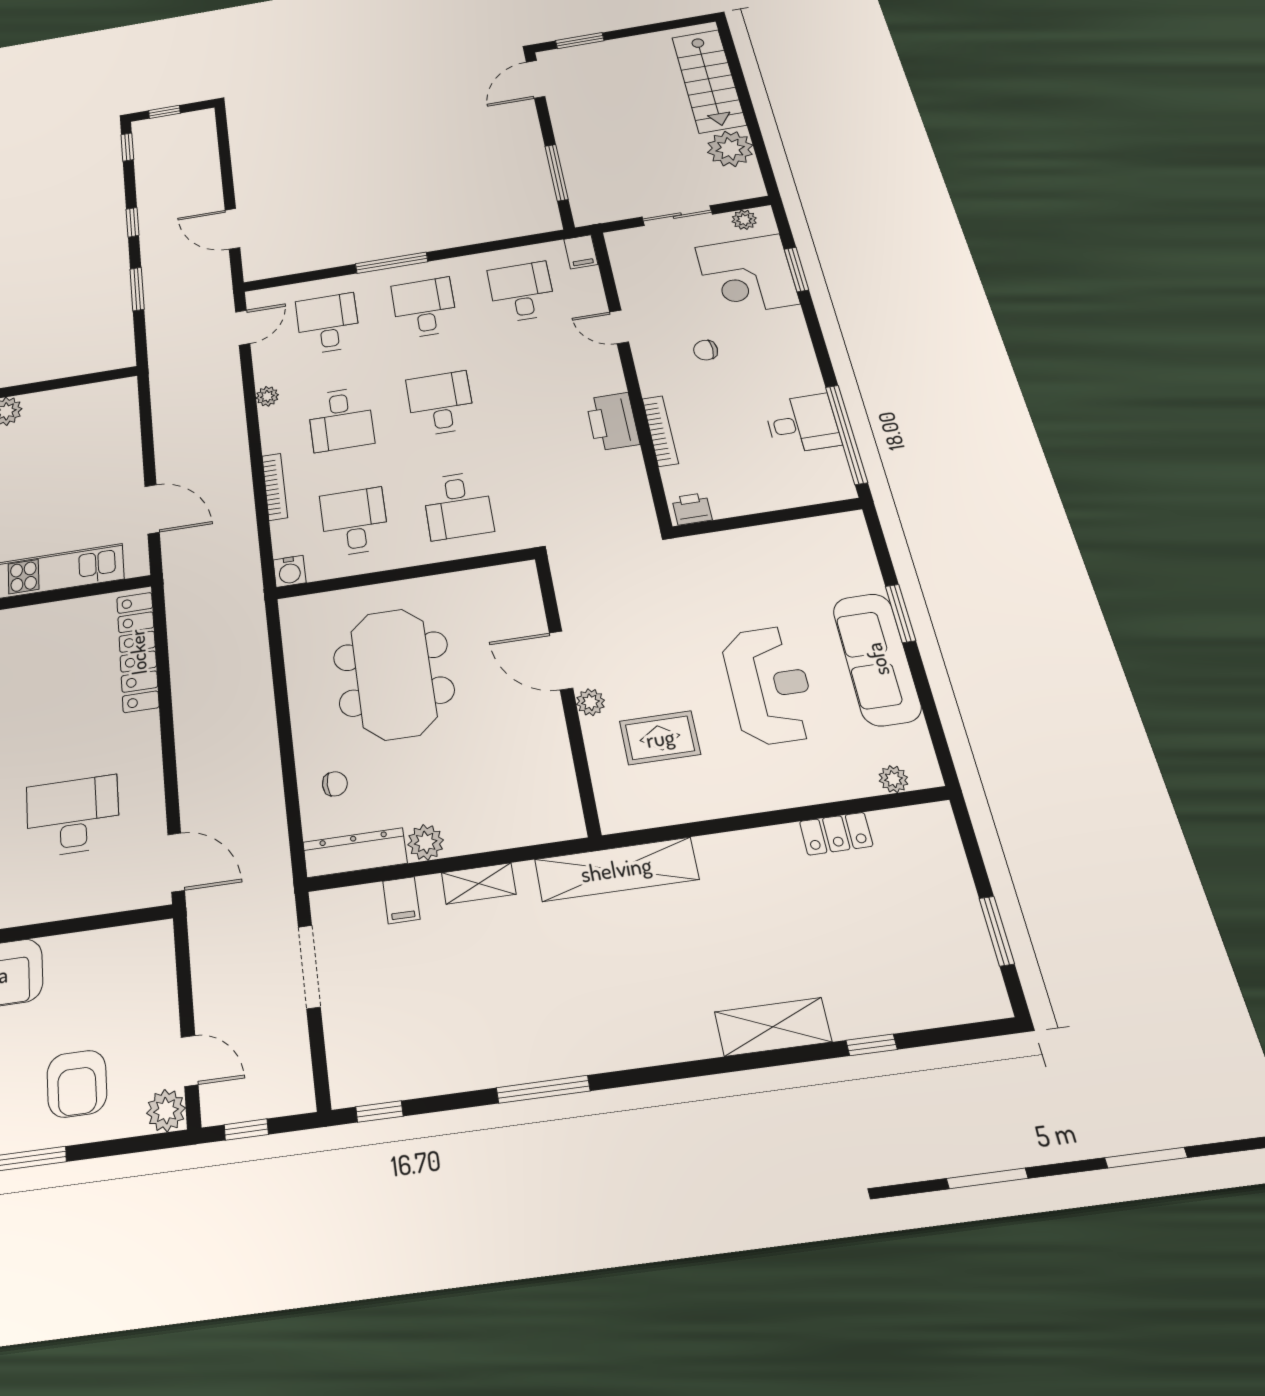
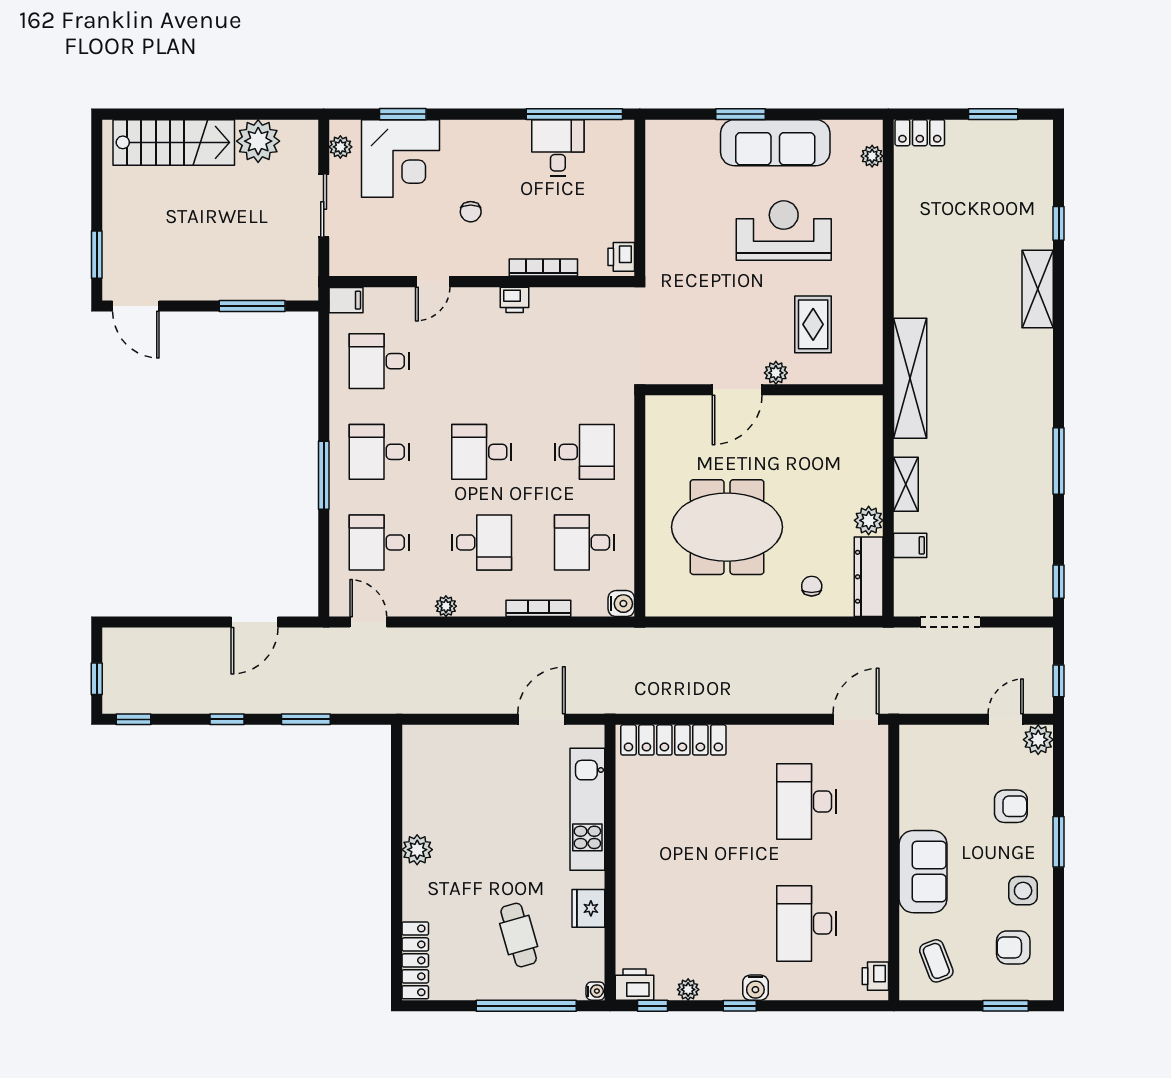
printer: (613, 422) -> (515, 300), width x0.53, depth x0.68
locker: (836, 834) -> (920, 133), moved, turned 90
armchair: (77, 1084) -> (1011, 806), width x0.72, depth x0.72

